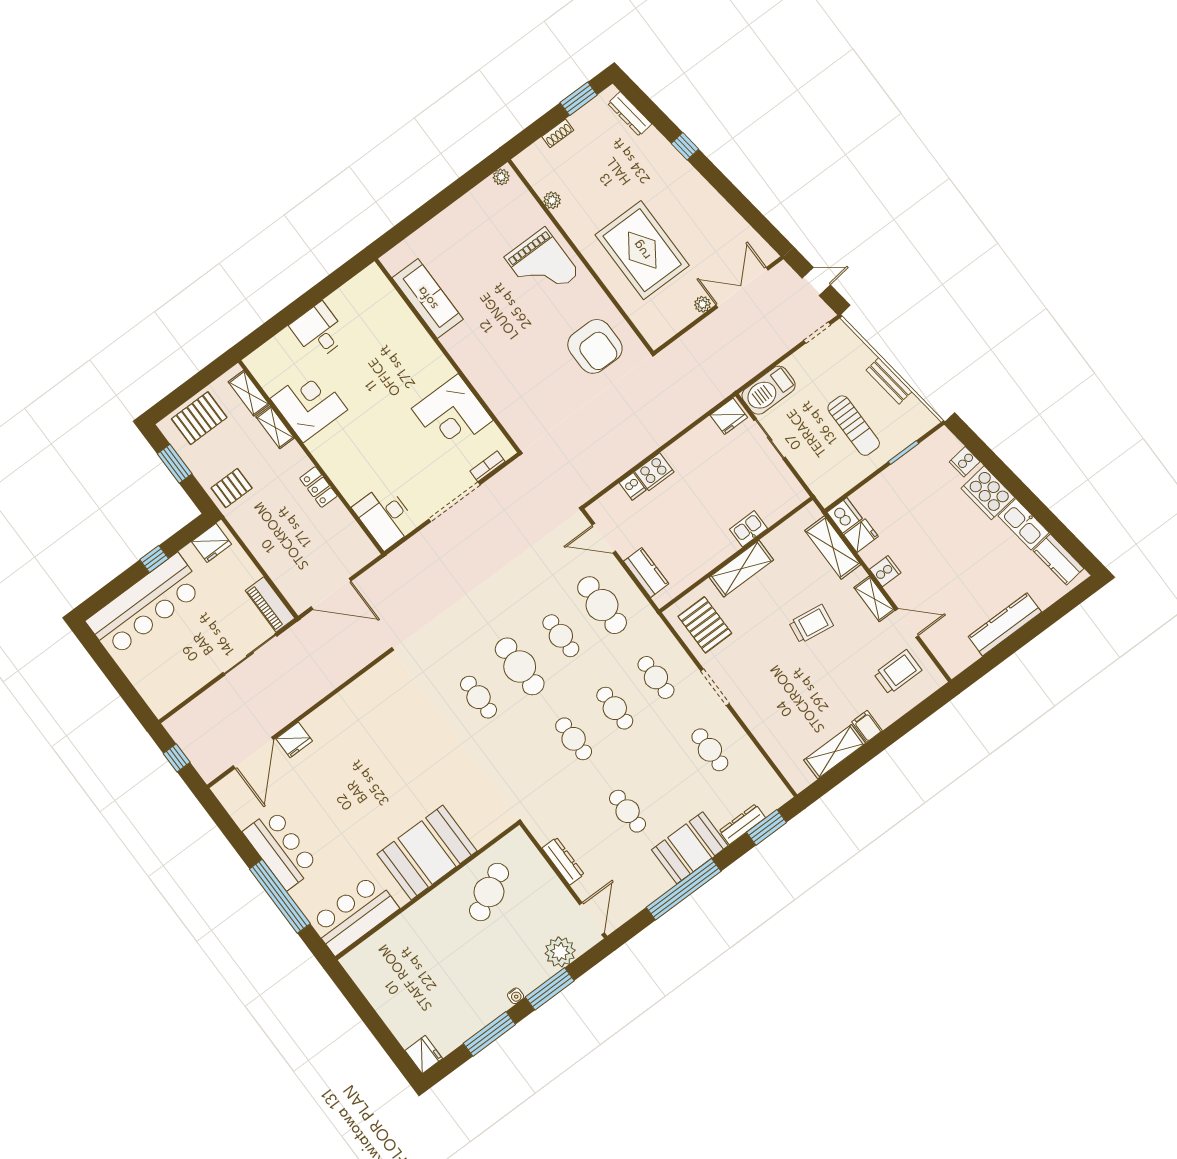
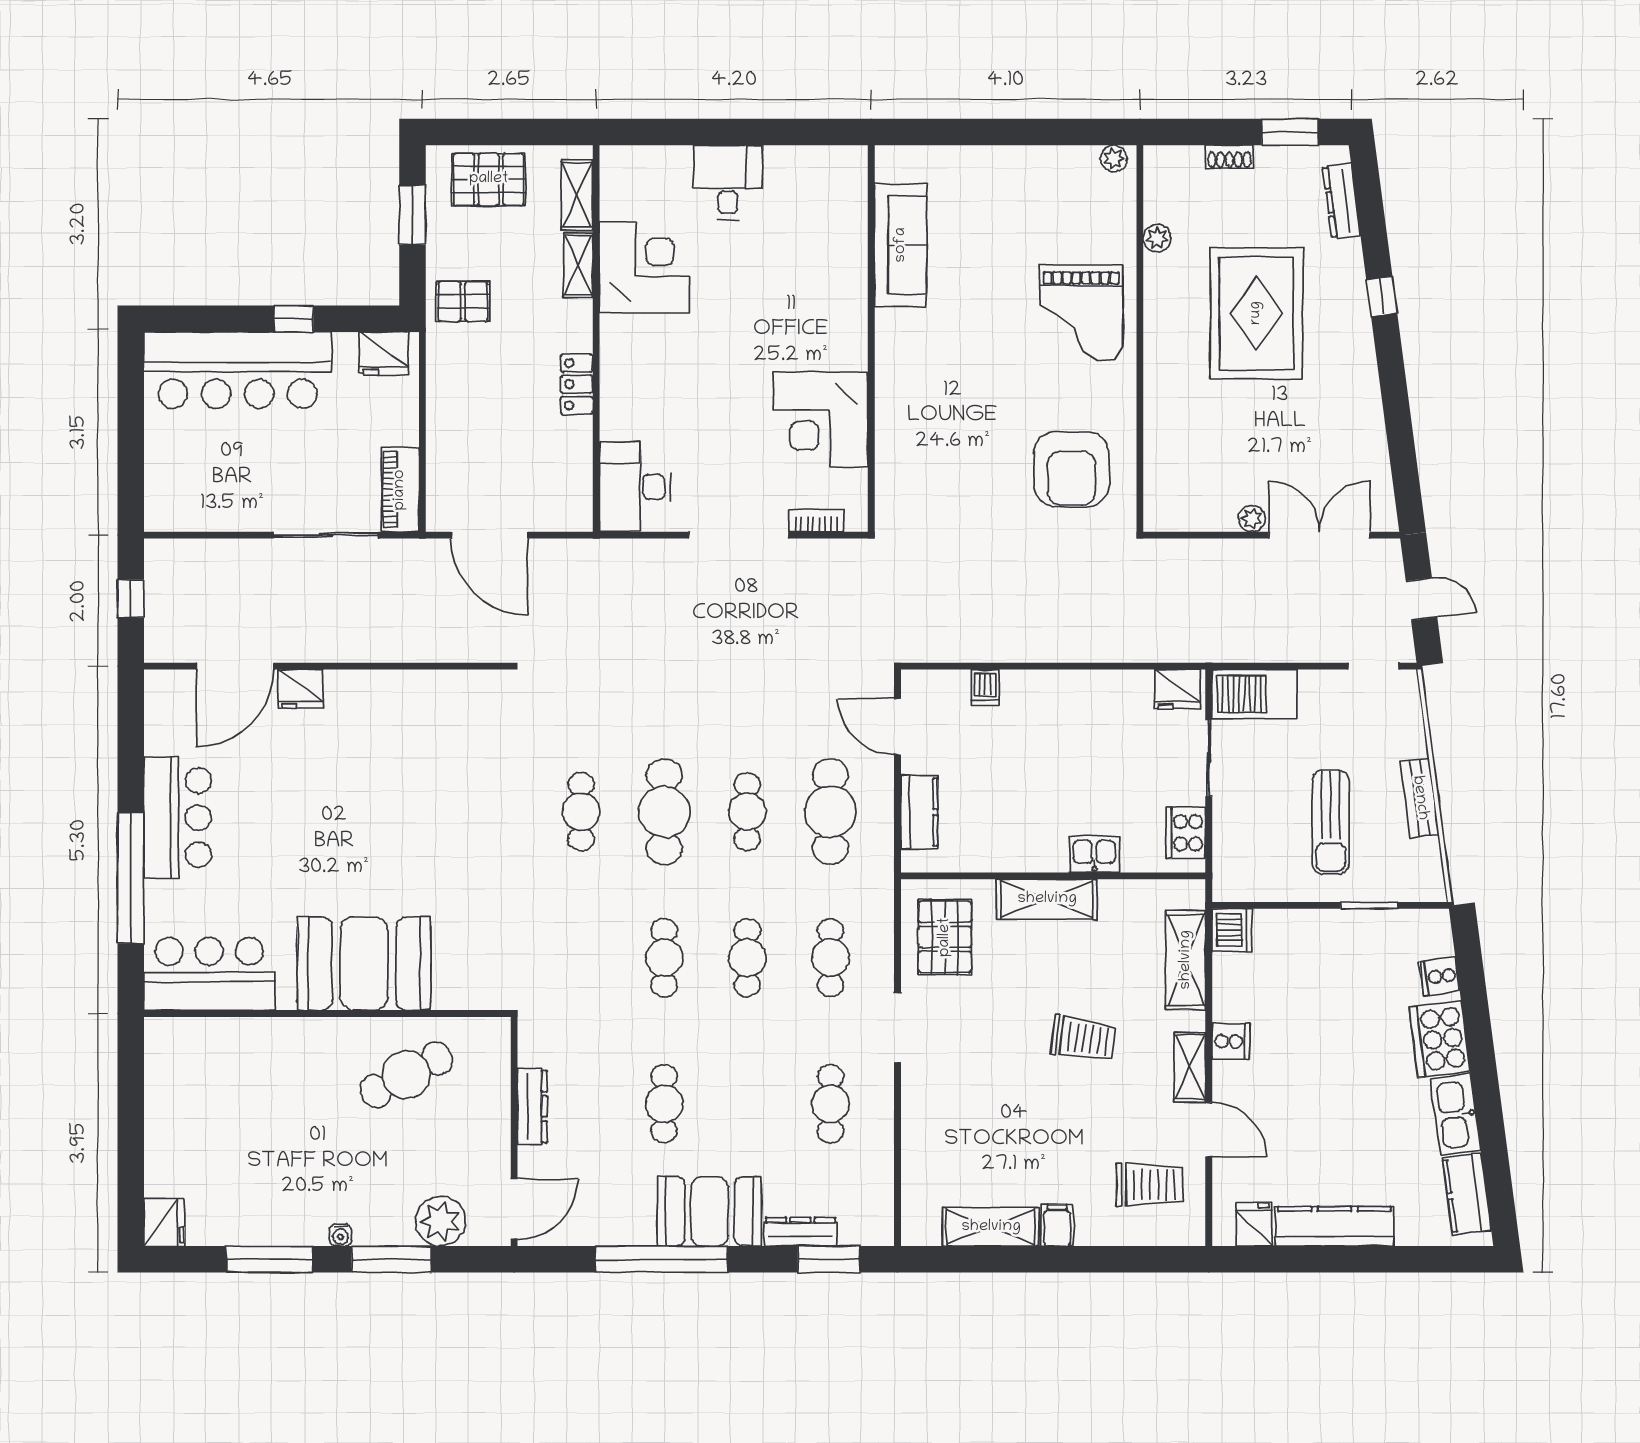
rug: (642, 250) -> (1256, 313), moved
cooker: (654, 472) -> (1186, 833), moved, turned 90
fridge: (861, 536) -> (1254, 1224), moved, turned -90

